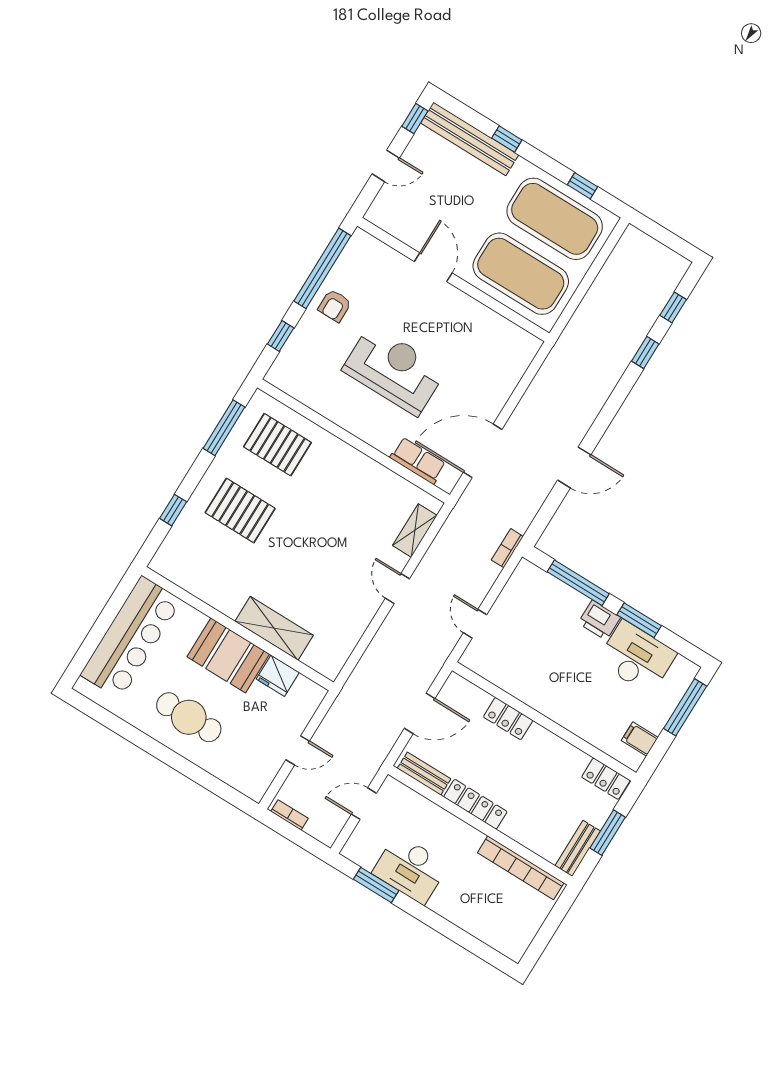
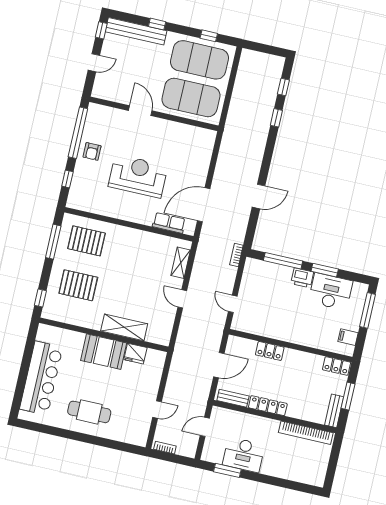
shelving: (274, 628) -> (124, 327), moved
wall: (238, 629) -> (104, 335), moved
booth: (228, 655) -> (104, 352), moved
fridge: (278, 676) -> (135, 354), moved

